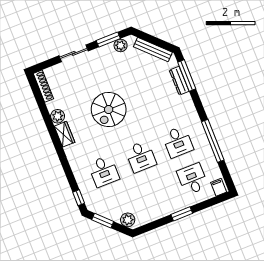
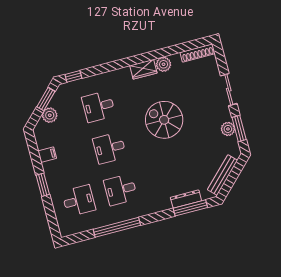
plant: (121, 45) -> (228, 129), moved
filing cabinet: (219, 187) -> (47, 155), moved
plant: (128, 220) -> (50, 115), moved

